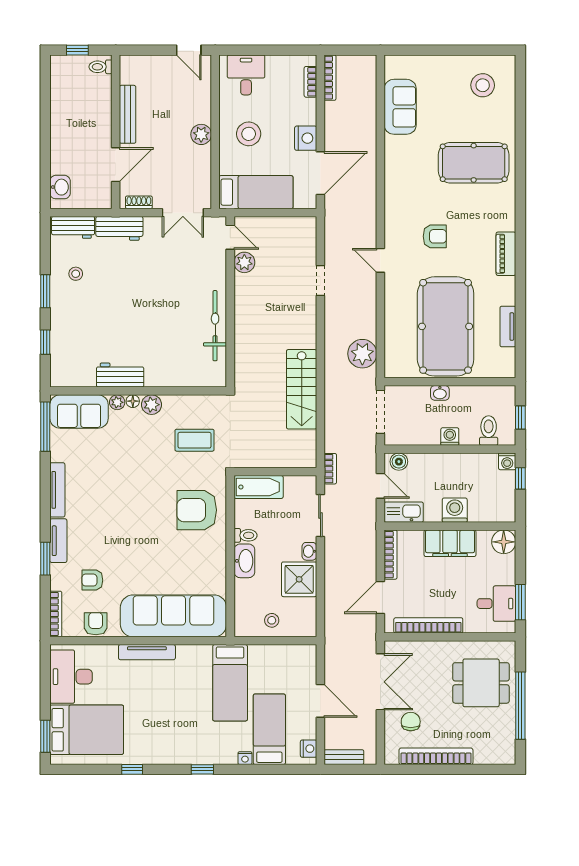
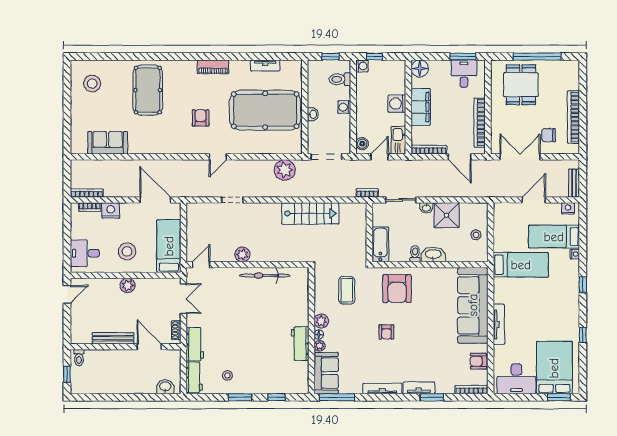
nightstand: (306, 138) -> (111, 211), moved
plant: (244, 262) -> (242, 254), moved
armchair: (92, 580) -> (386, 332), moved

